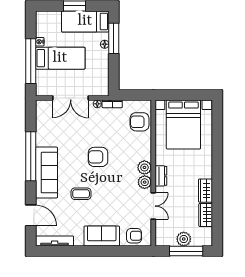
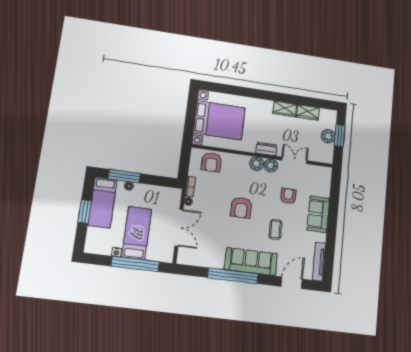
armchair: (134, 236) -> (288, 196), moved
window: (186, 251) -> (340, 136), width x0.69

